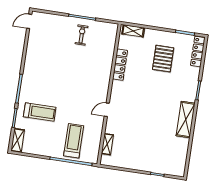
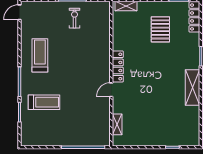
locker: (120, 65) -> (118, 66), moved
shelving: (18, 140) -> (26, 134), removed
treadmill: (74, 141) -> (40, 55), moved

